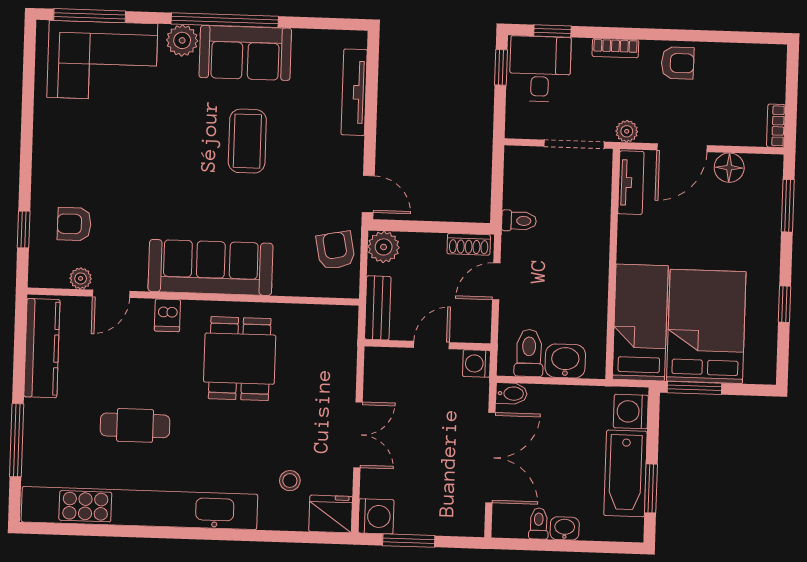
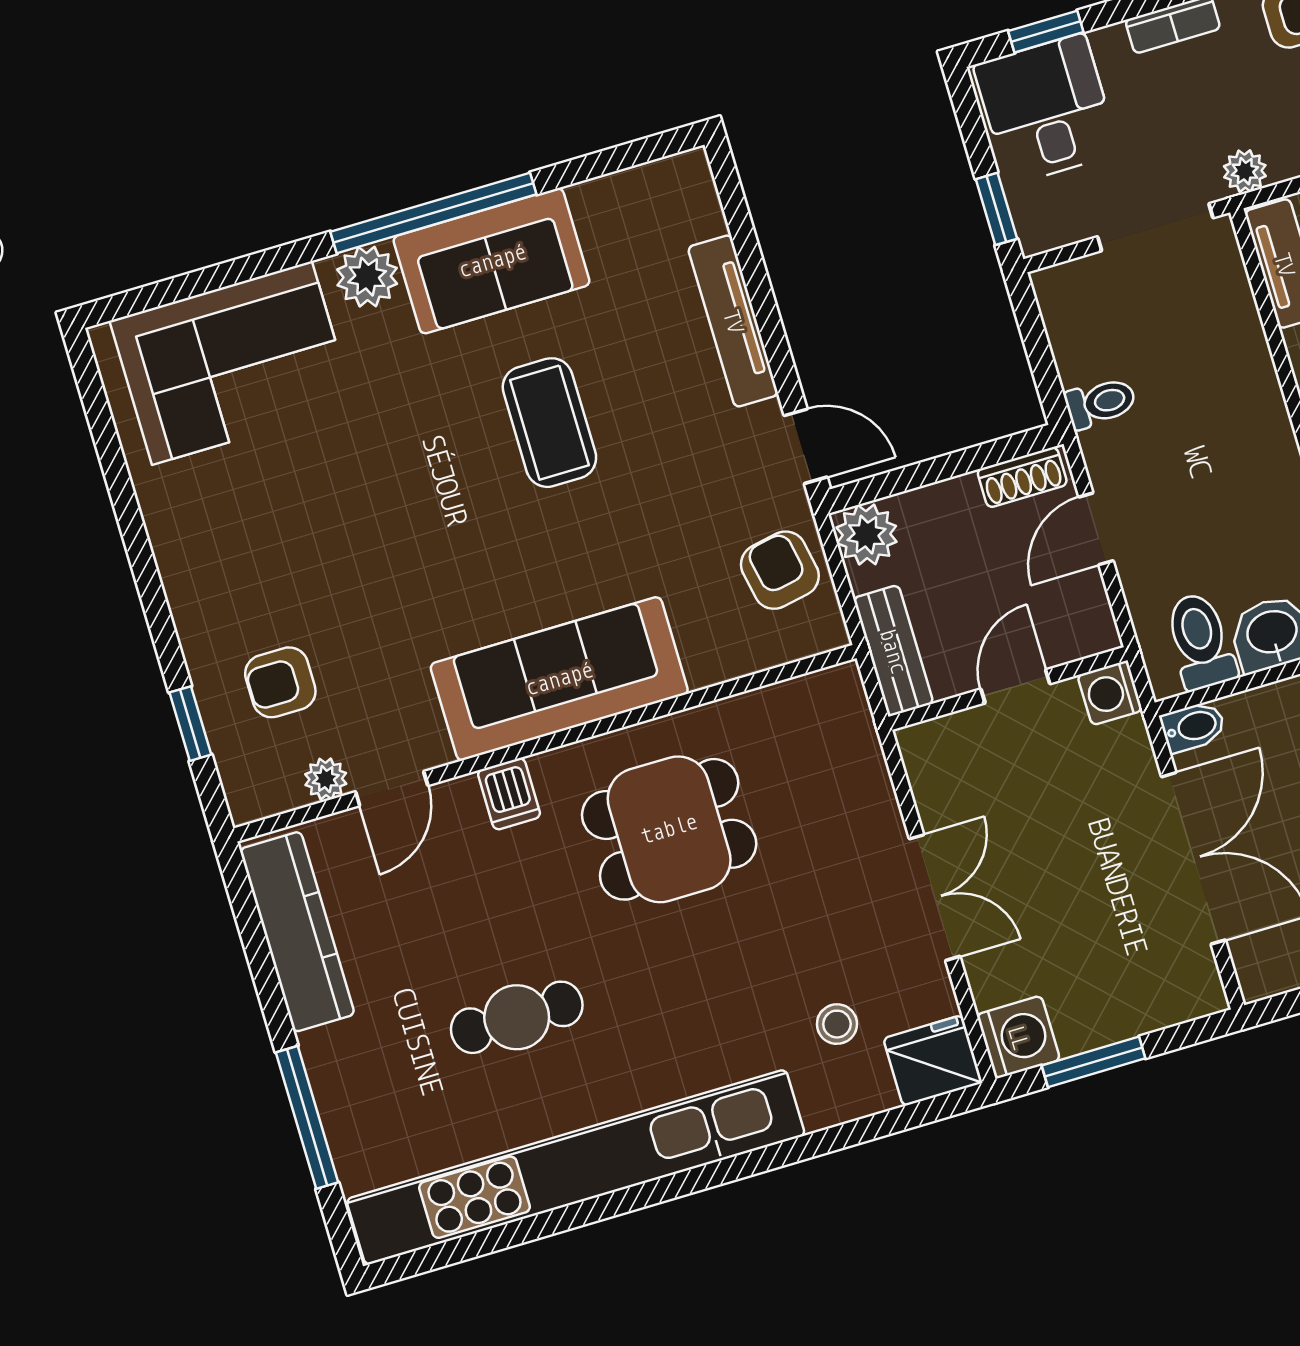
window: (90, 16) -> (181, 288), removed
window: (501, 67) -> (996, 209), moved
tv unit: (354, 92) -> (733, 321), moved
dining table: (240, 359) -> (669, 829), turned 90

